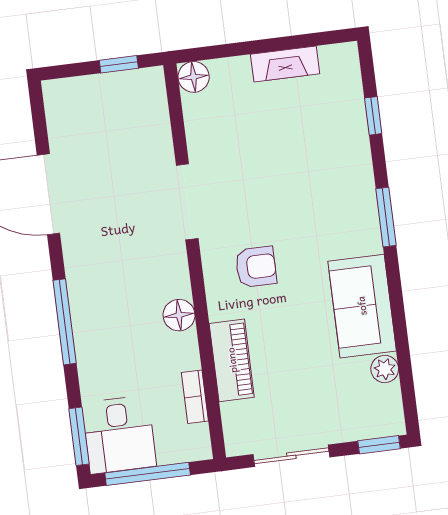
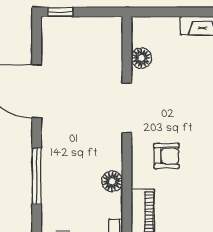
window: (119, 64) -> (61, 12), moved
floor lamp: (194, 77) -> (141, 58), moved

